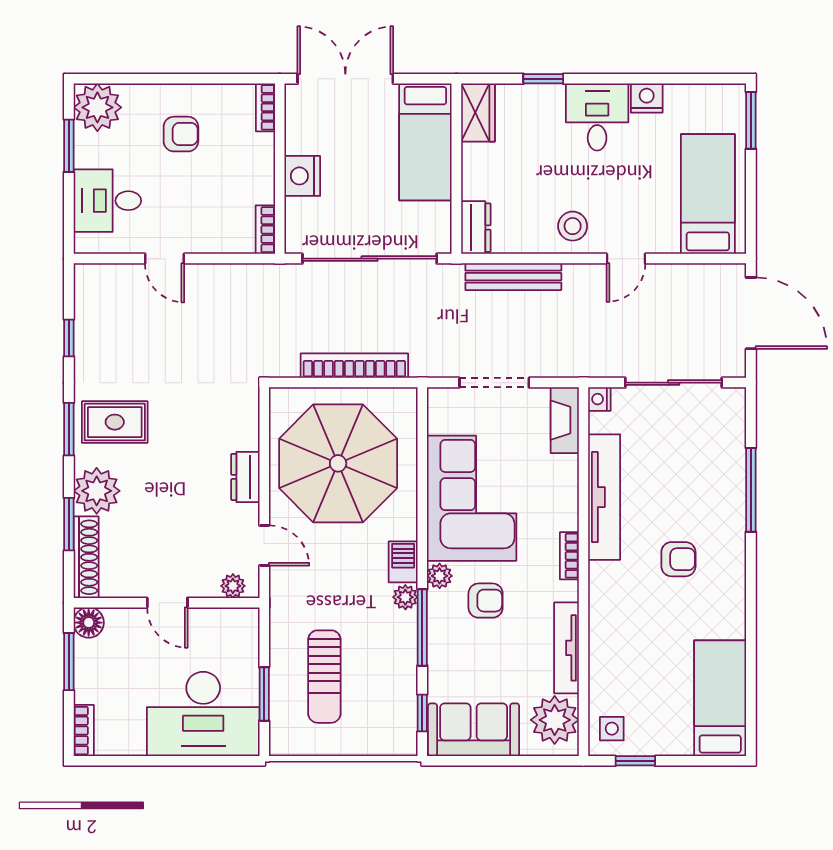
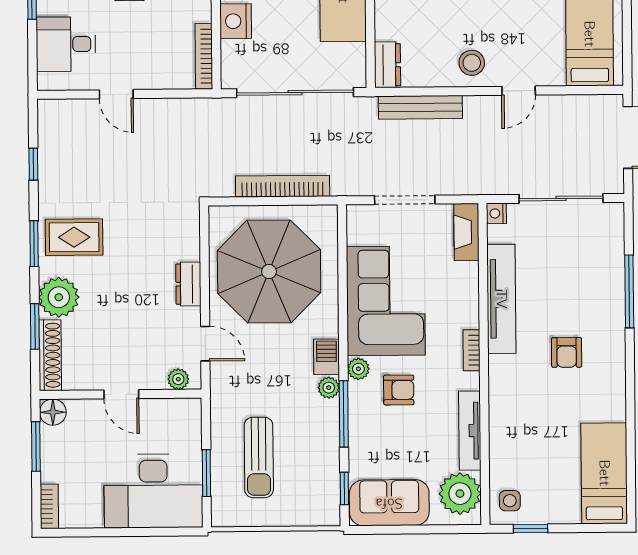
bookcase: (265, 230) -> (204, 56), width x1.56
armchair: (678, 559) -> (567, 352), turned 90

